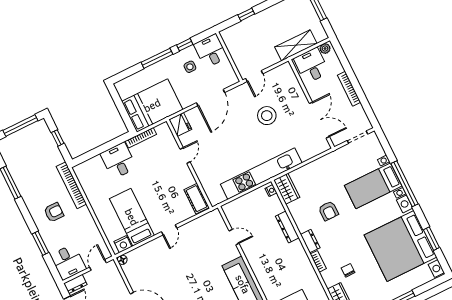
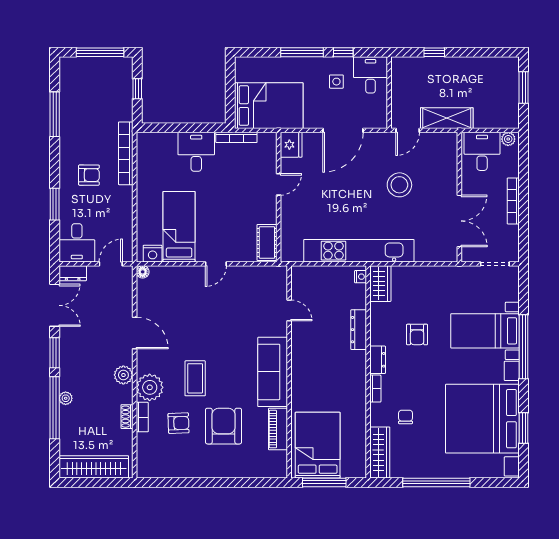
shelving: (296, 45) -> (447, 118), moved

